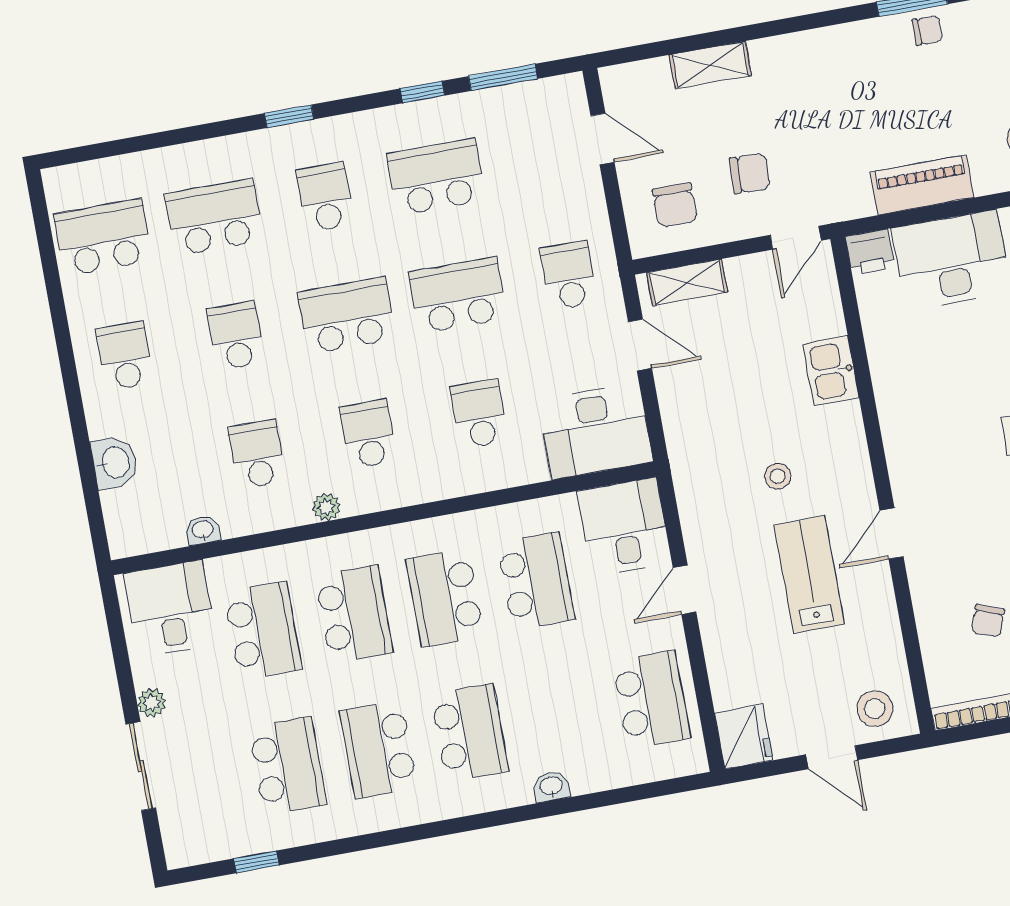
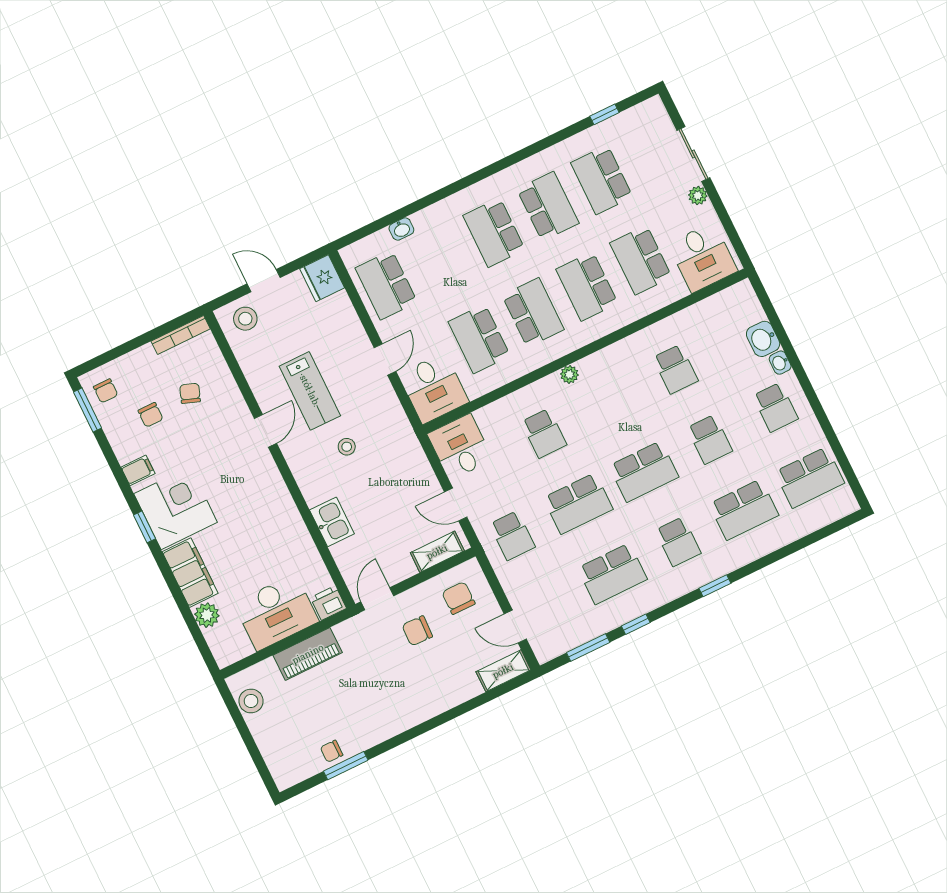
shelving: (710, 65) -> (503, 671), moved
desk: (595, 431) -> (460, 447), width x0.73
school desk: (368, 434) -> (610, 401), removed
plant: (326, 507) -> (569, 374), moved
washbasin: (203, 530) -> (780, 363), moved, turned 90
washbasin: (551, 786) -> (401, 229), moved

